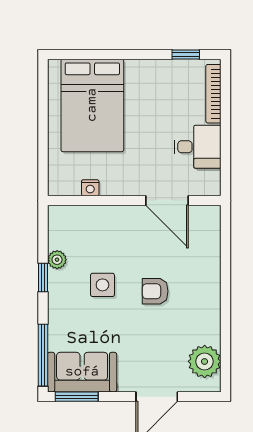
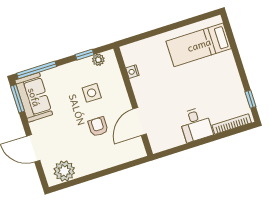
bed: (92, 105) -> (199, 45), width x0.67
nightstand: (90, 188) -> (132, 72), moved
wall: (134, 200) -> (133, 101), moved
door: (167, 200) -> (140, 122), moved

